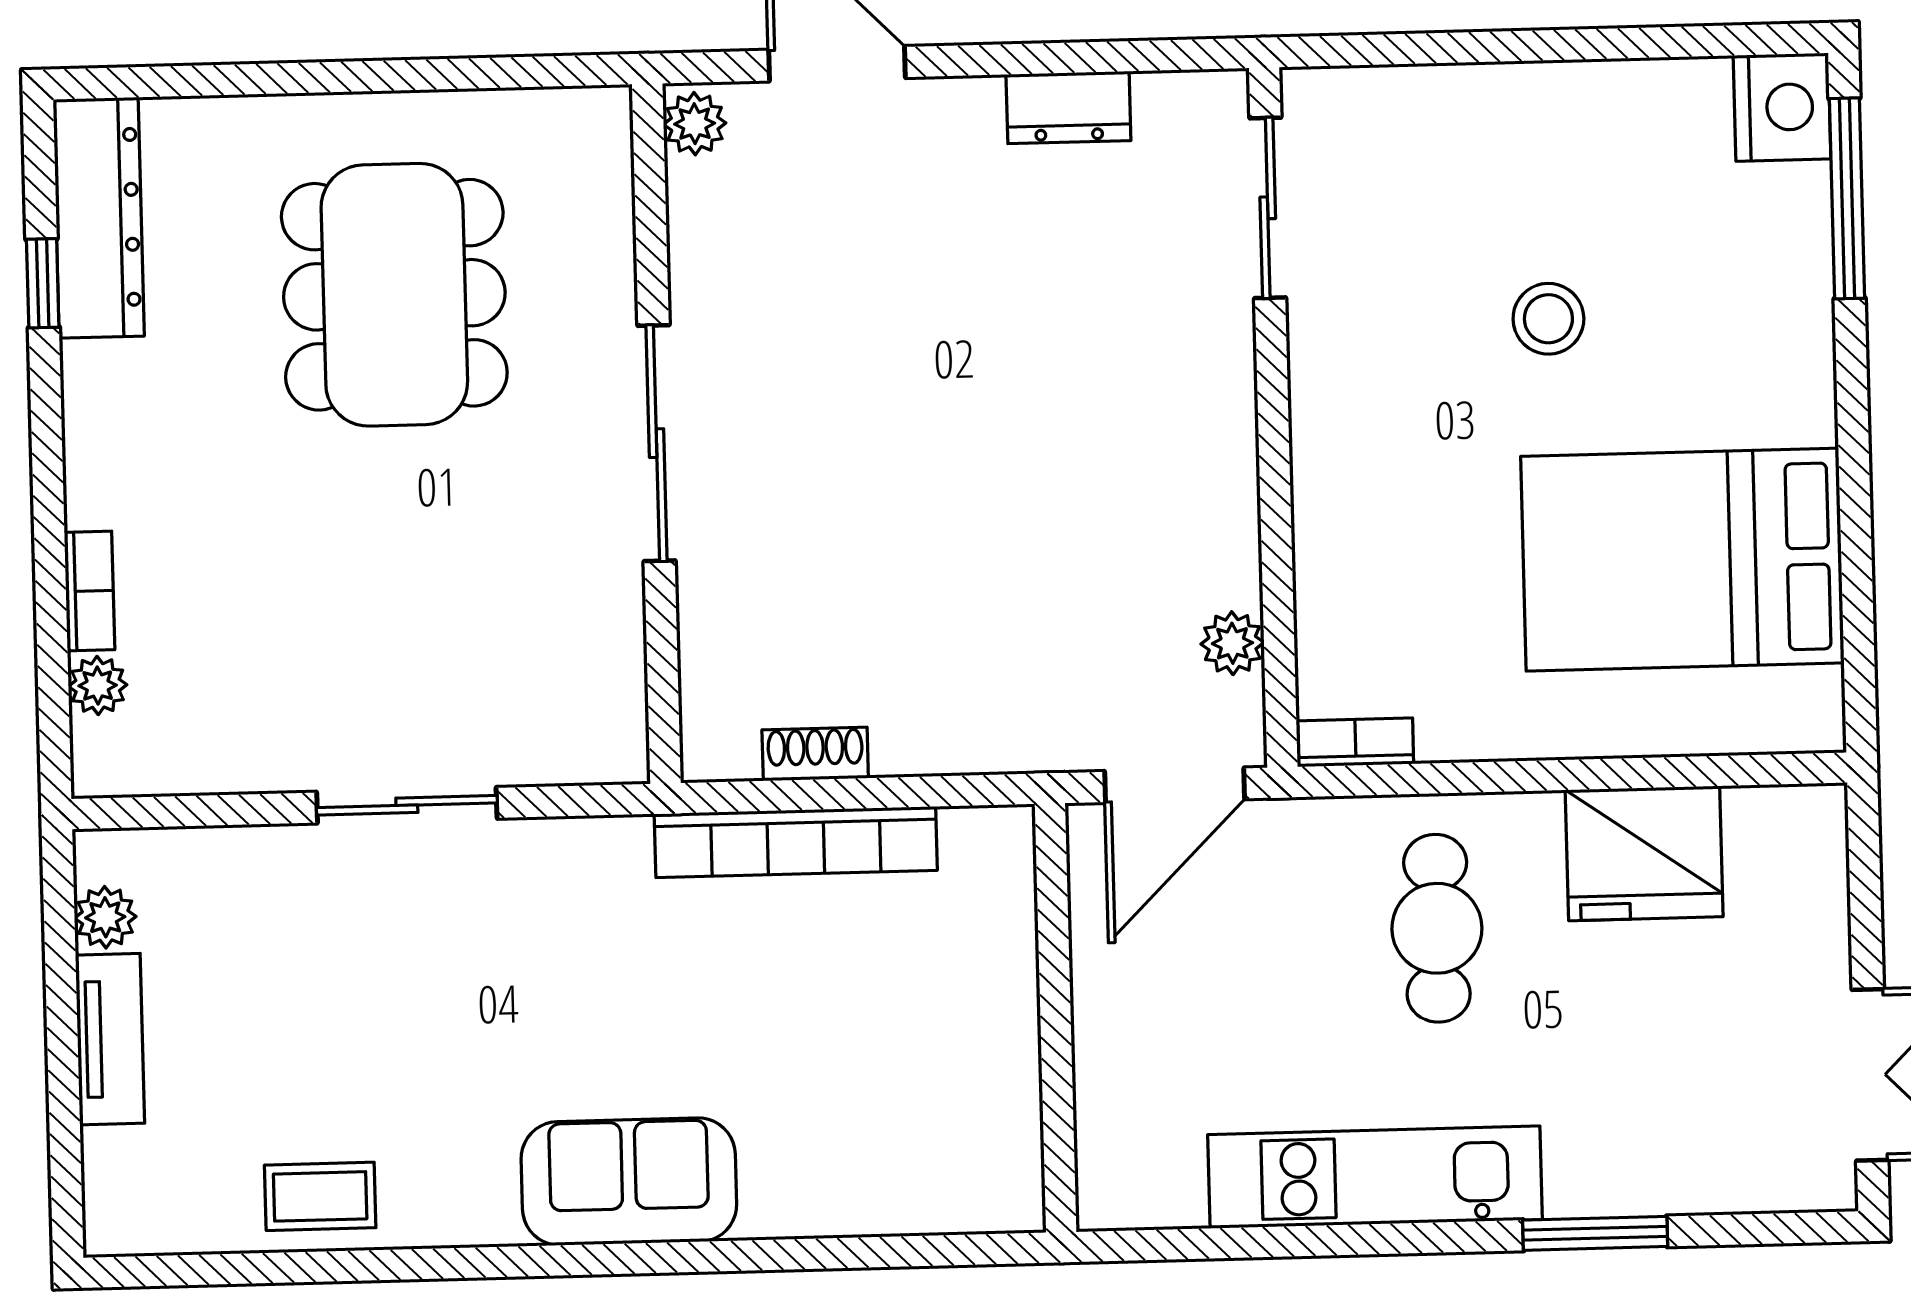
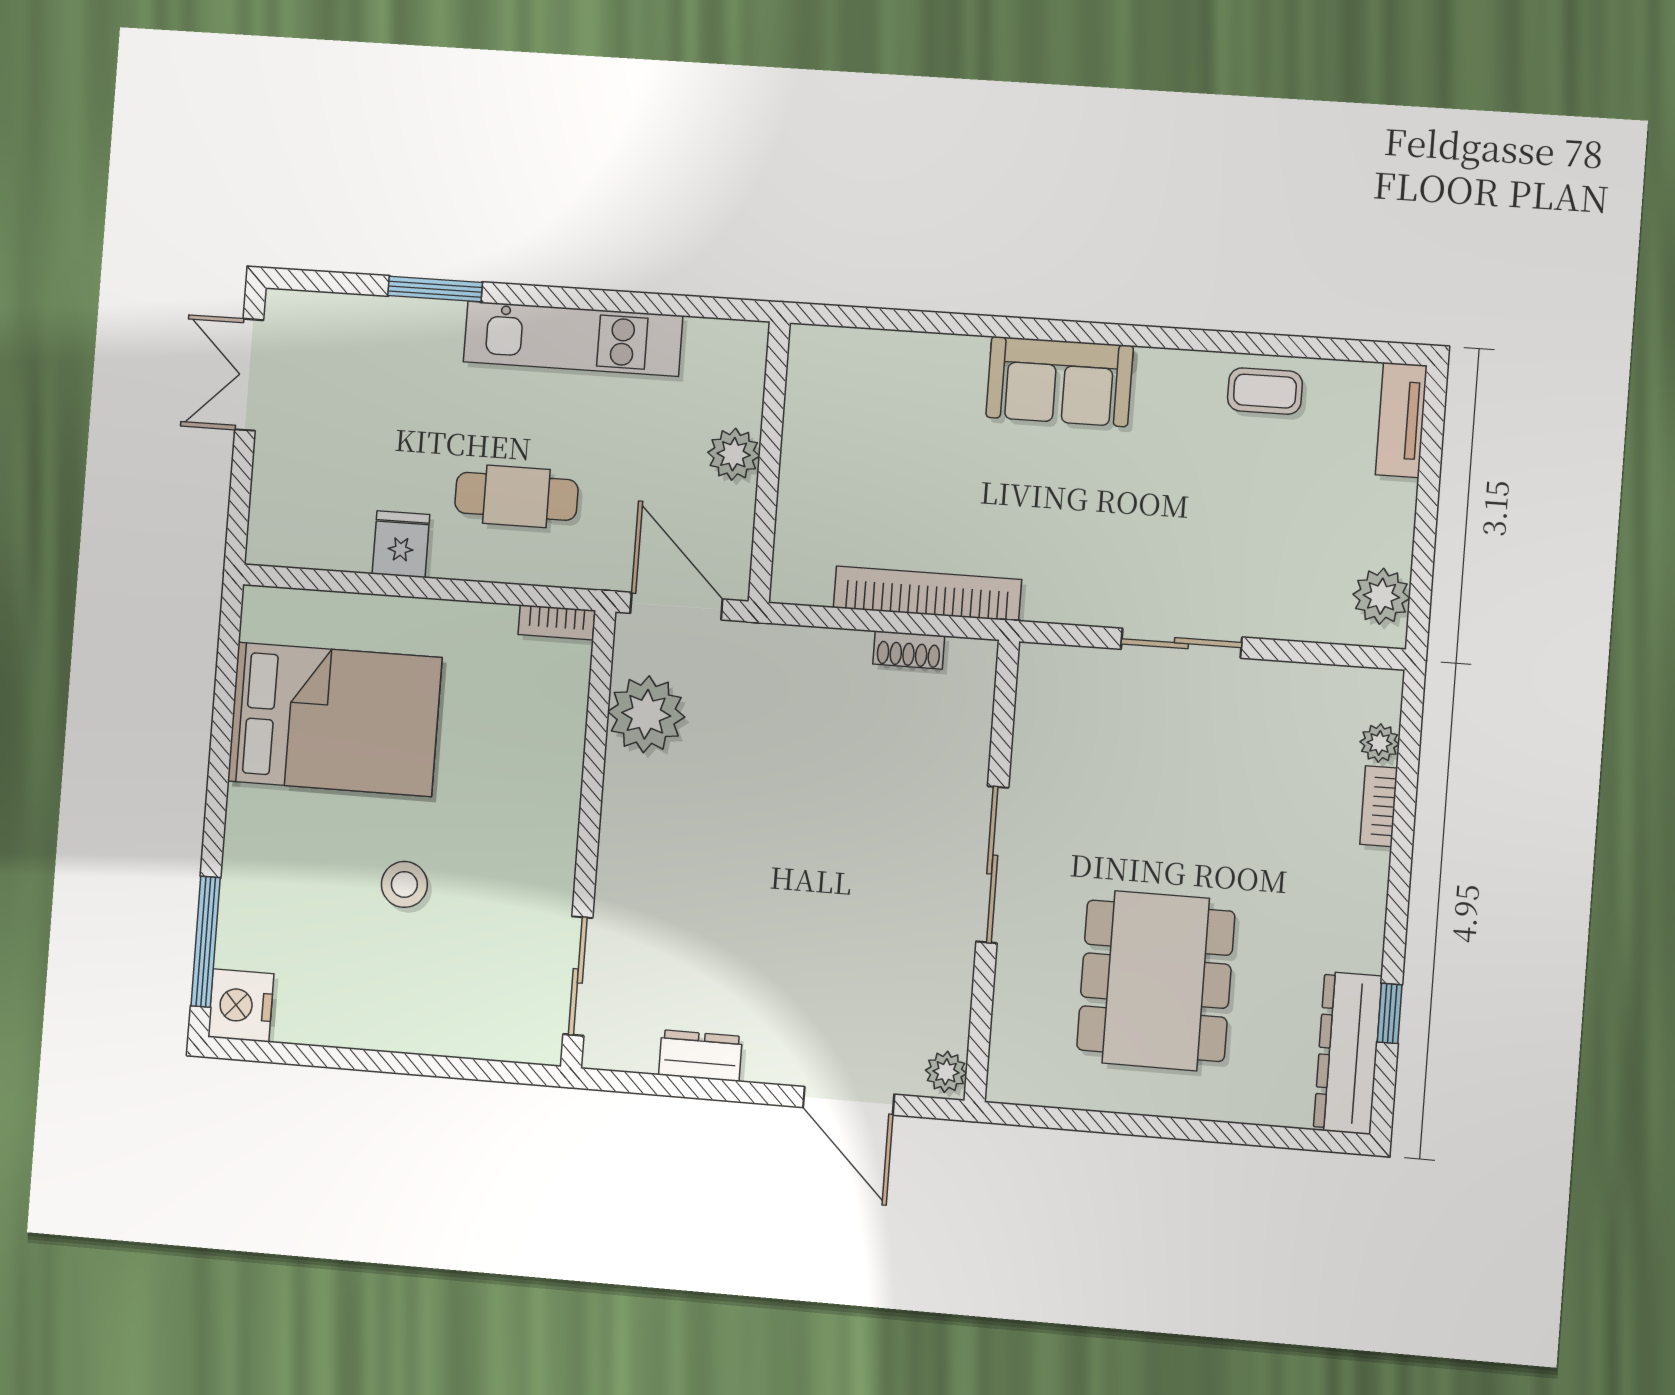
plant: (1232, 643) -> (646, 714), width x1.88, depth x1.88
door: (1175, 785) -> (676, 606), hinge flipped
fridge: (1644, 853) -> (401, 544), width x0.53, depth x0.75
plant: (105, 917) -> (1381, 596), width x1.38, depth x1.38
cafe table: (1437, 928) -> (516, 496), turned 90
plant: (1111, 1025) -> (734, 454), added
tv unit: (110, 1039) -> (1401, 420), moved

